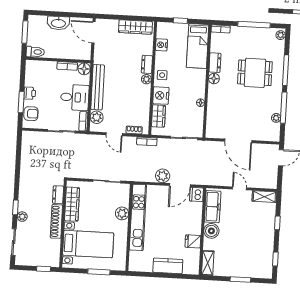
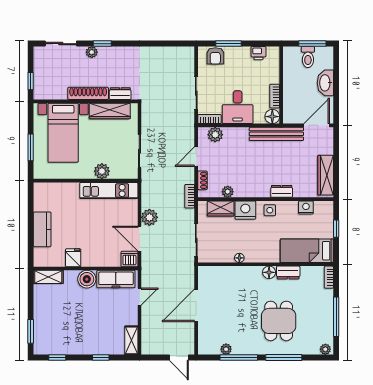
toilet: (35, 52) -> (308, 57), moved
plant: (146, 79) -> (228, 192), moved
bench: (98, 87) -> (276, 134), moved
printer: (30, 93) -> (258, 53), moved
door: (239, 188) -> (139, 297), moved
kitchen unit: (138, 217) -> (109, 191), width x0.73
window: (240, 279) -> (31, 331), moved

